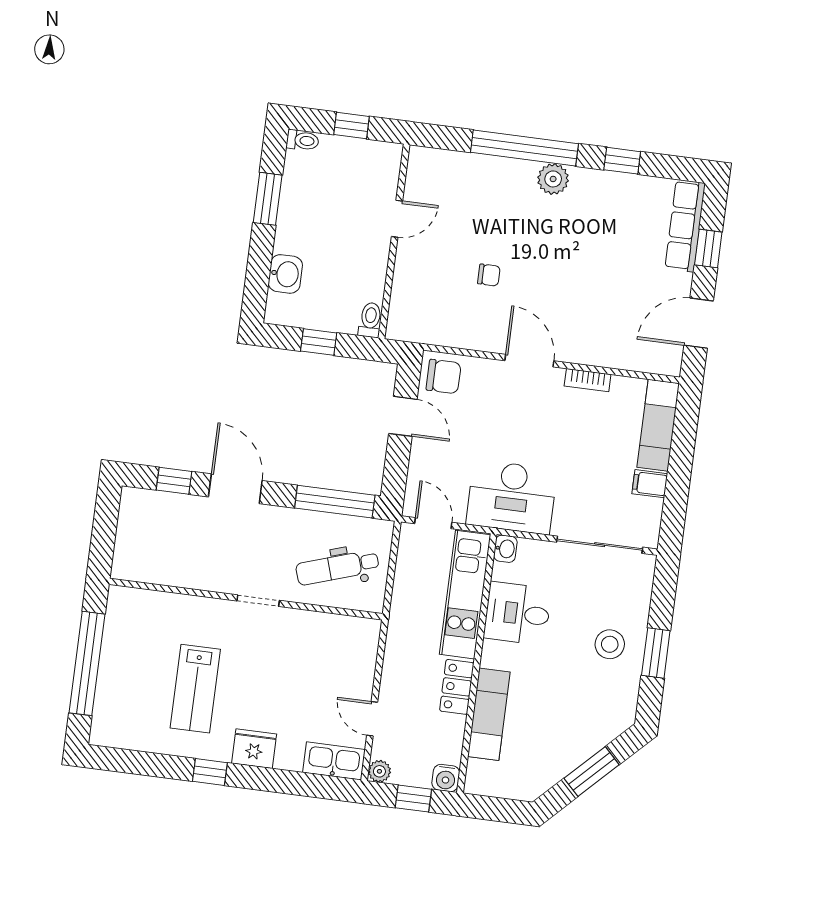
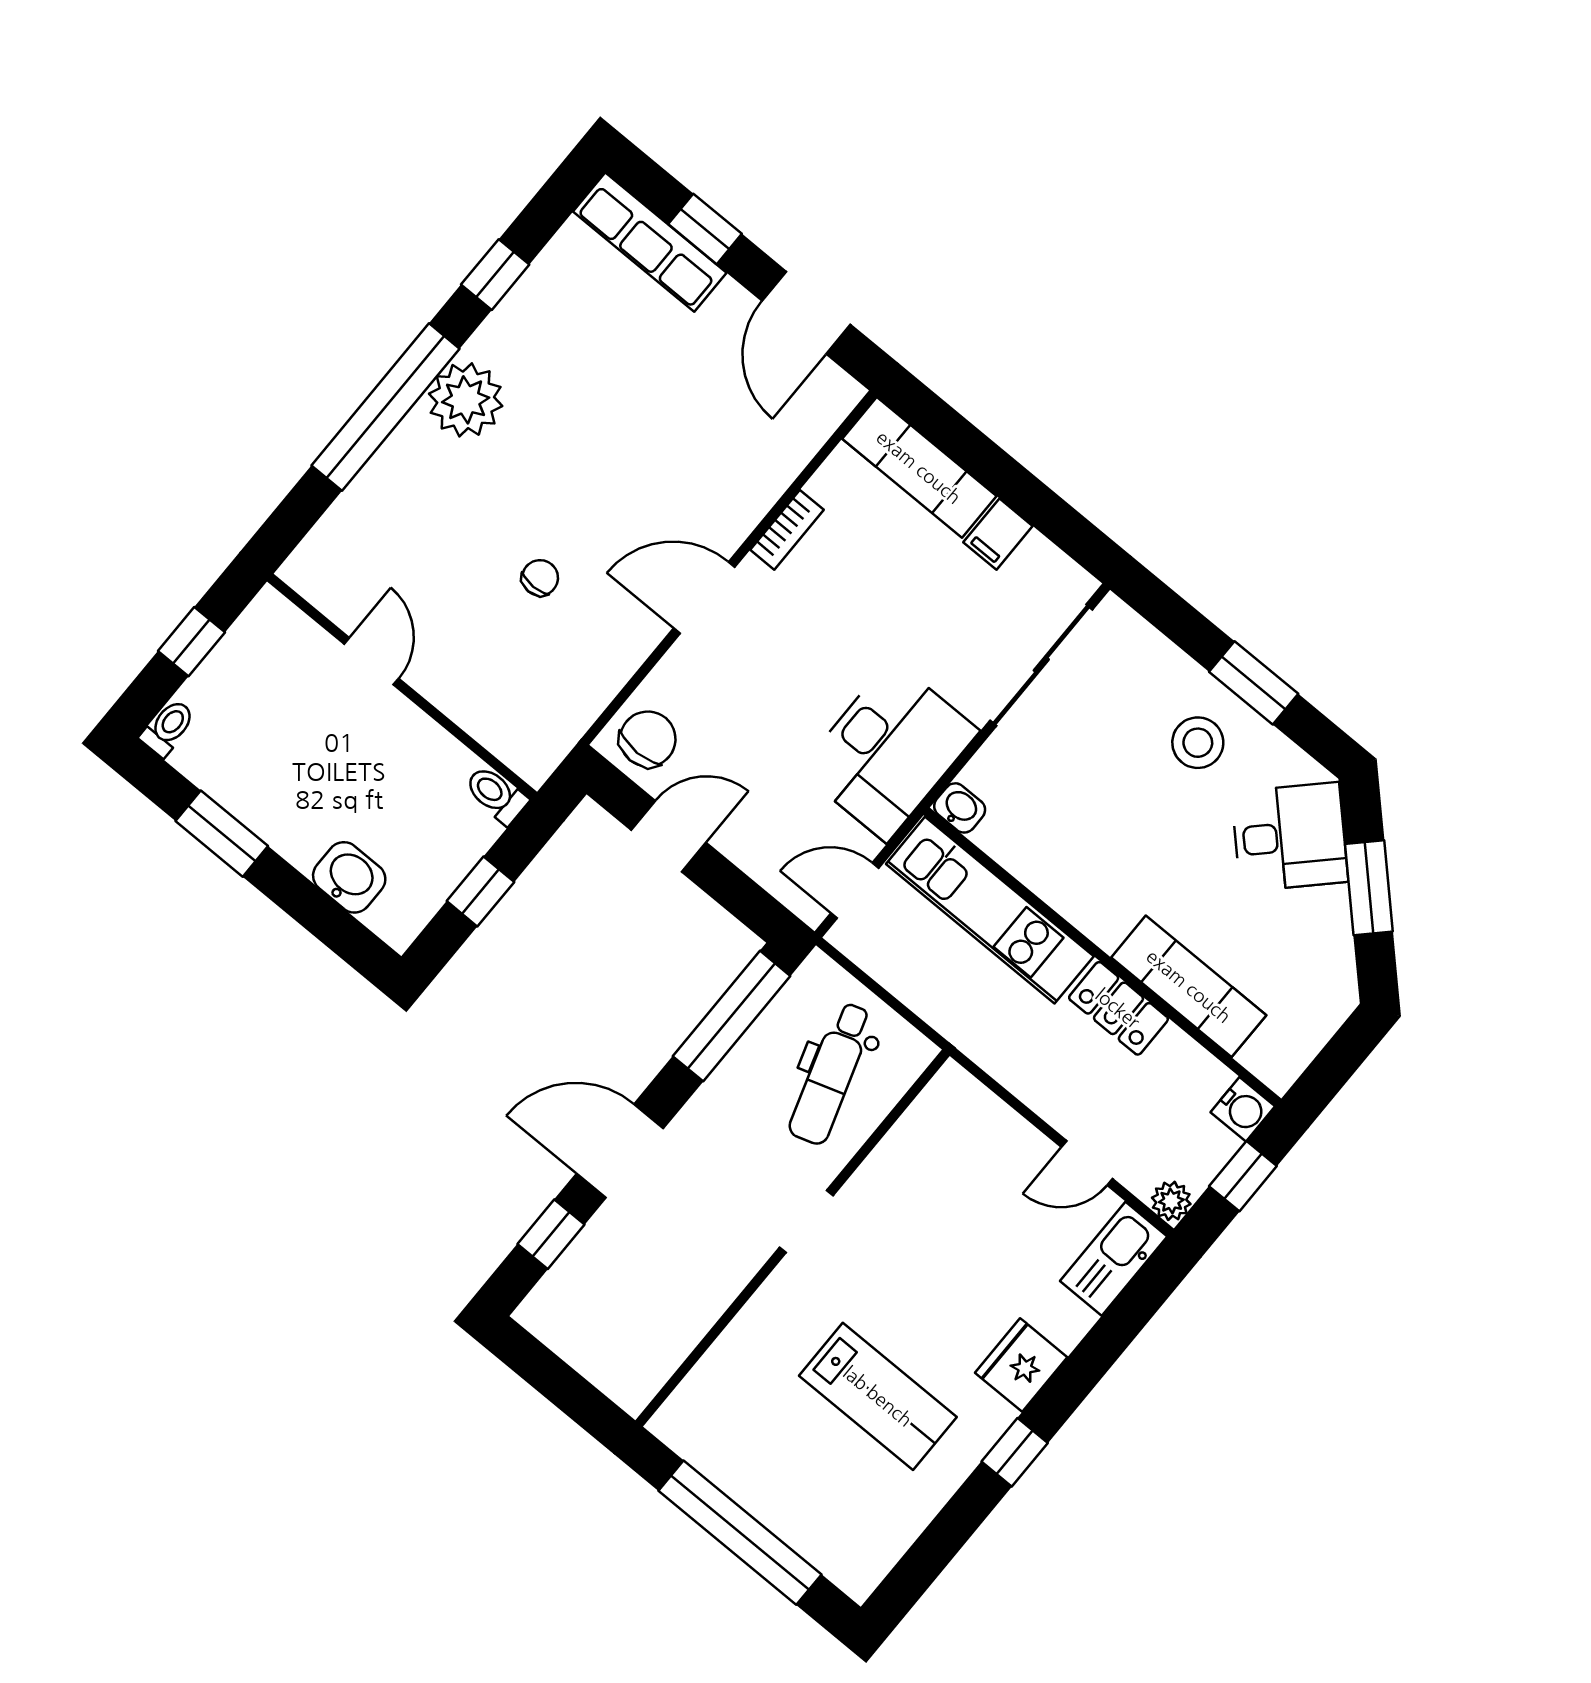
plant: (553, 179) -> (466, 400), width x1.36, depth x1.36
desk: (517, 613) -> (1290, 837), moved, turned -135

